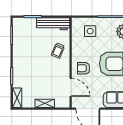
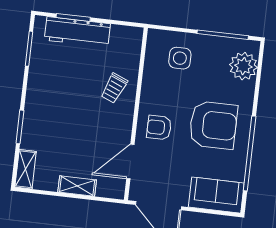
workbench: (53, 24) -> (77, 32), moved
door: (71, 87) -> (130, 162), swing flipped

